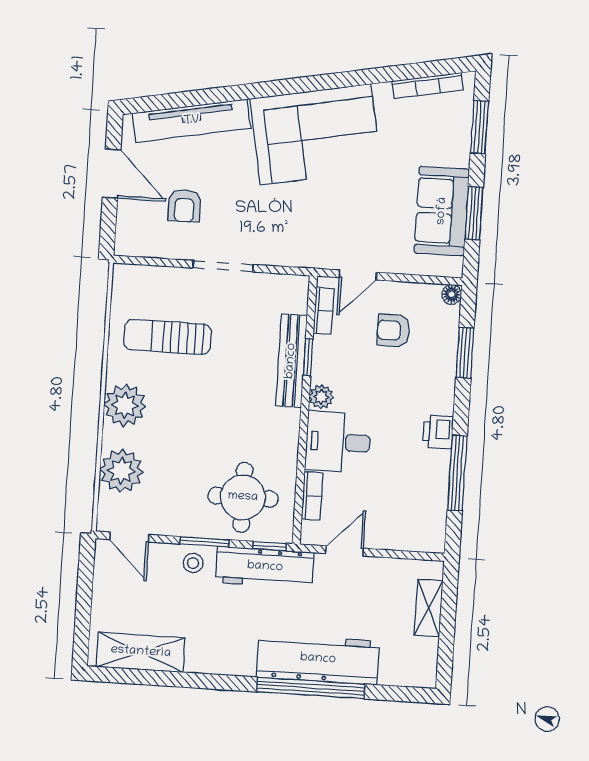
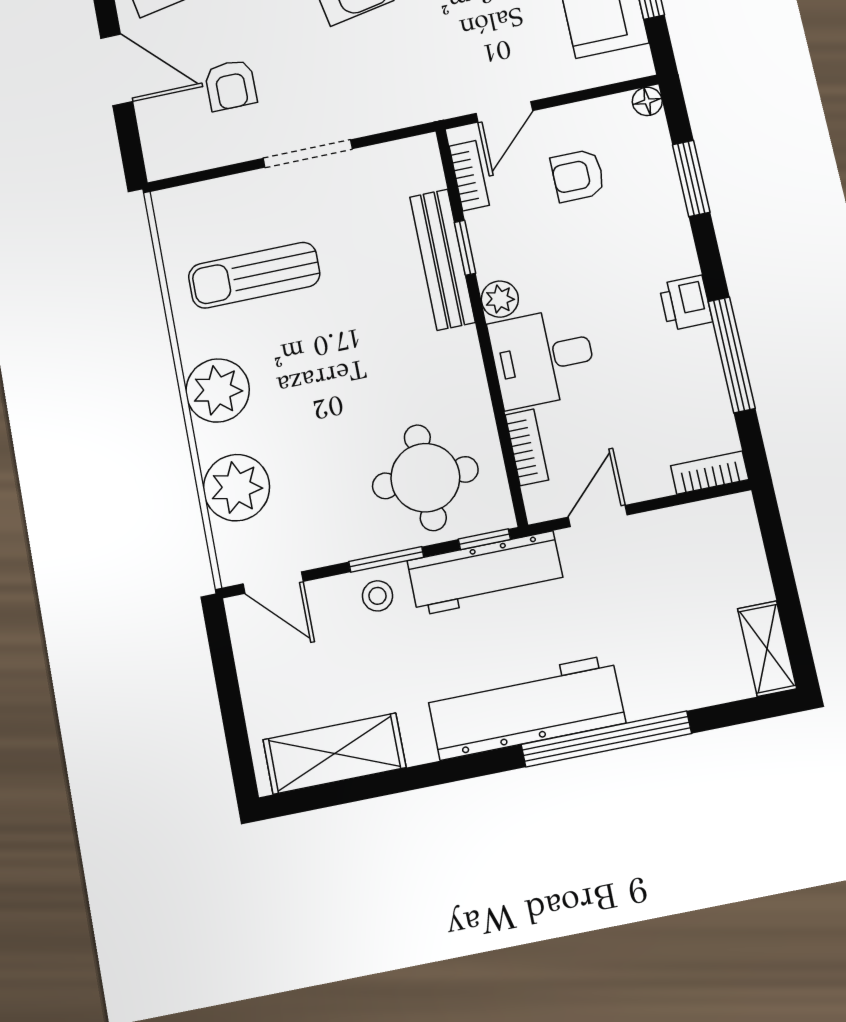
bookcase: (422, 543) -> (710, 473), added
shelving: (429, 608) -> (767, 649), moved
workbench: (318, 659) -> (526, 707), moved

